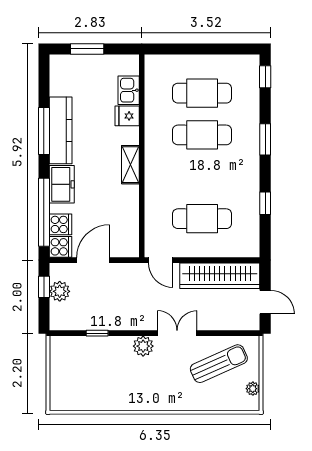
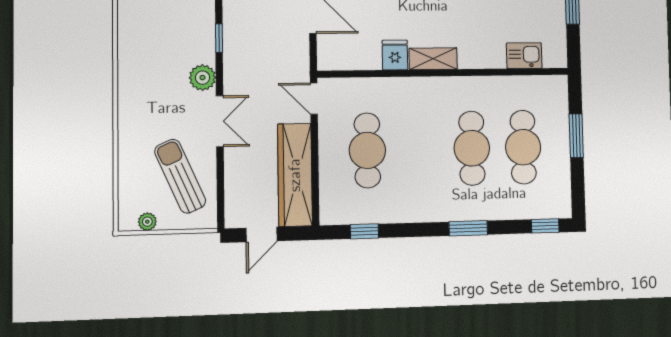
window: (194, 49) -> (576, 136), added
fridge: (127, 116) -> (395, 55), moved
window: (265, 203) -> (364, 231), moved
door: (161, 260) -> (314, 99), hinge flipped
window: (97, 333) -> (219, 38), moved
sun lounger: (219, 364) -> (180, 176), turned 180

